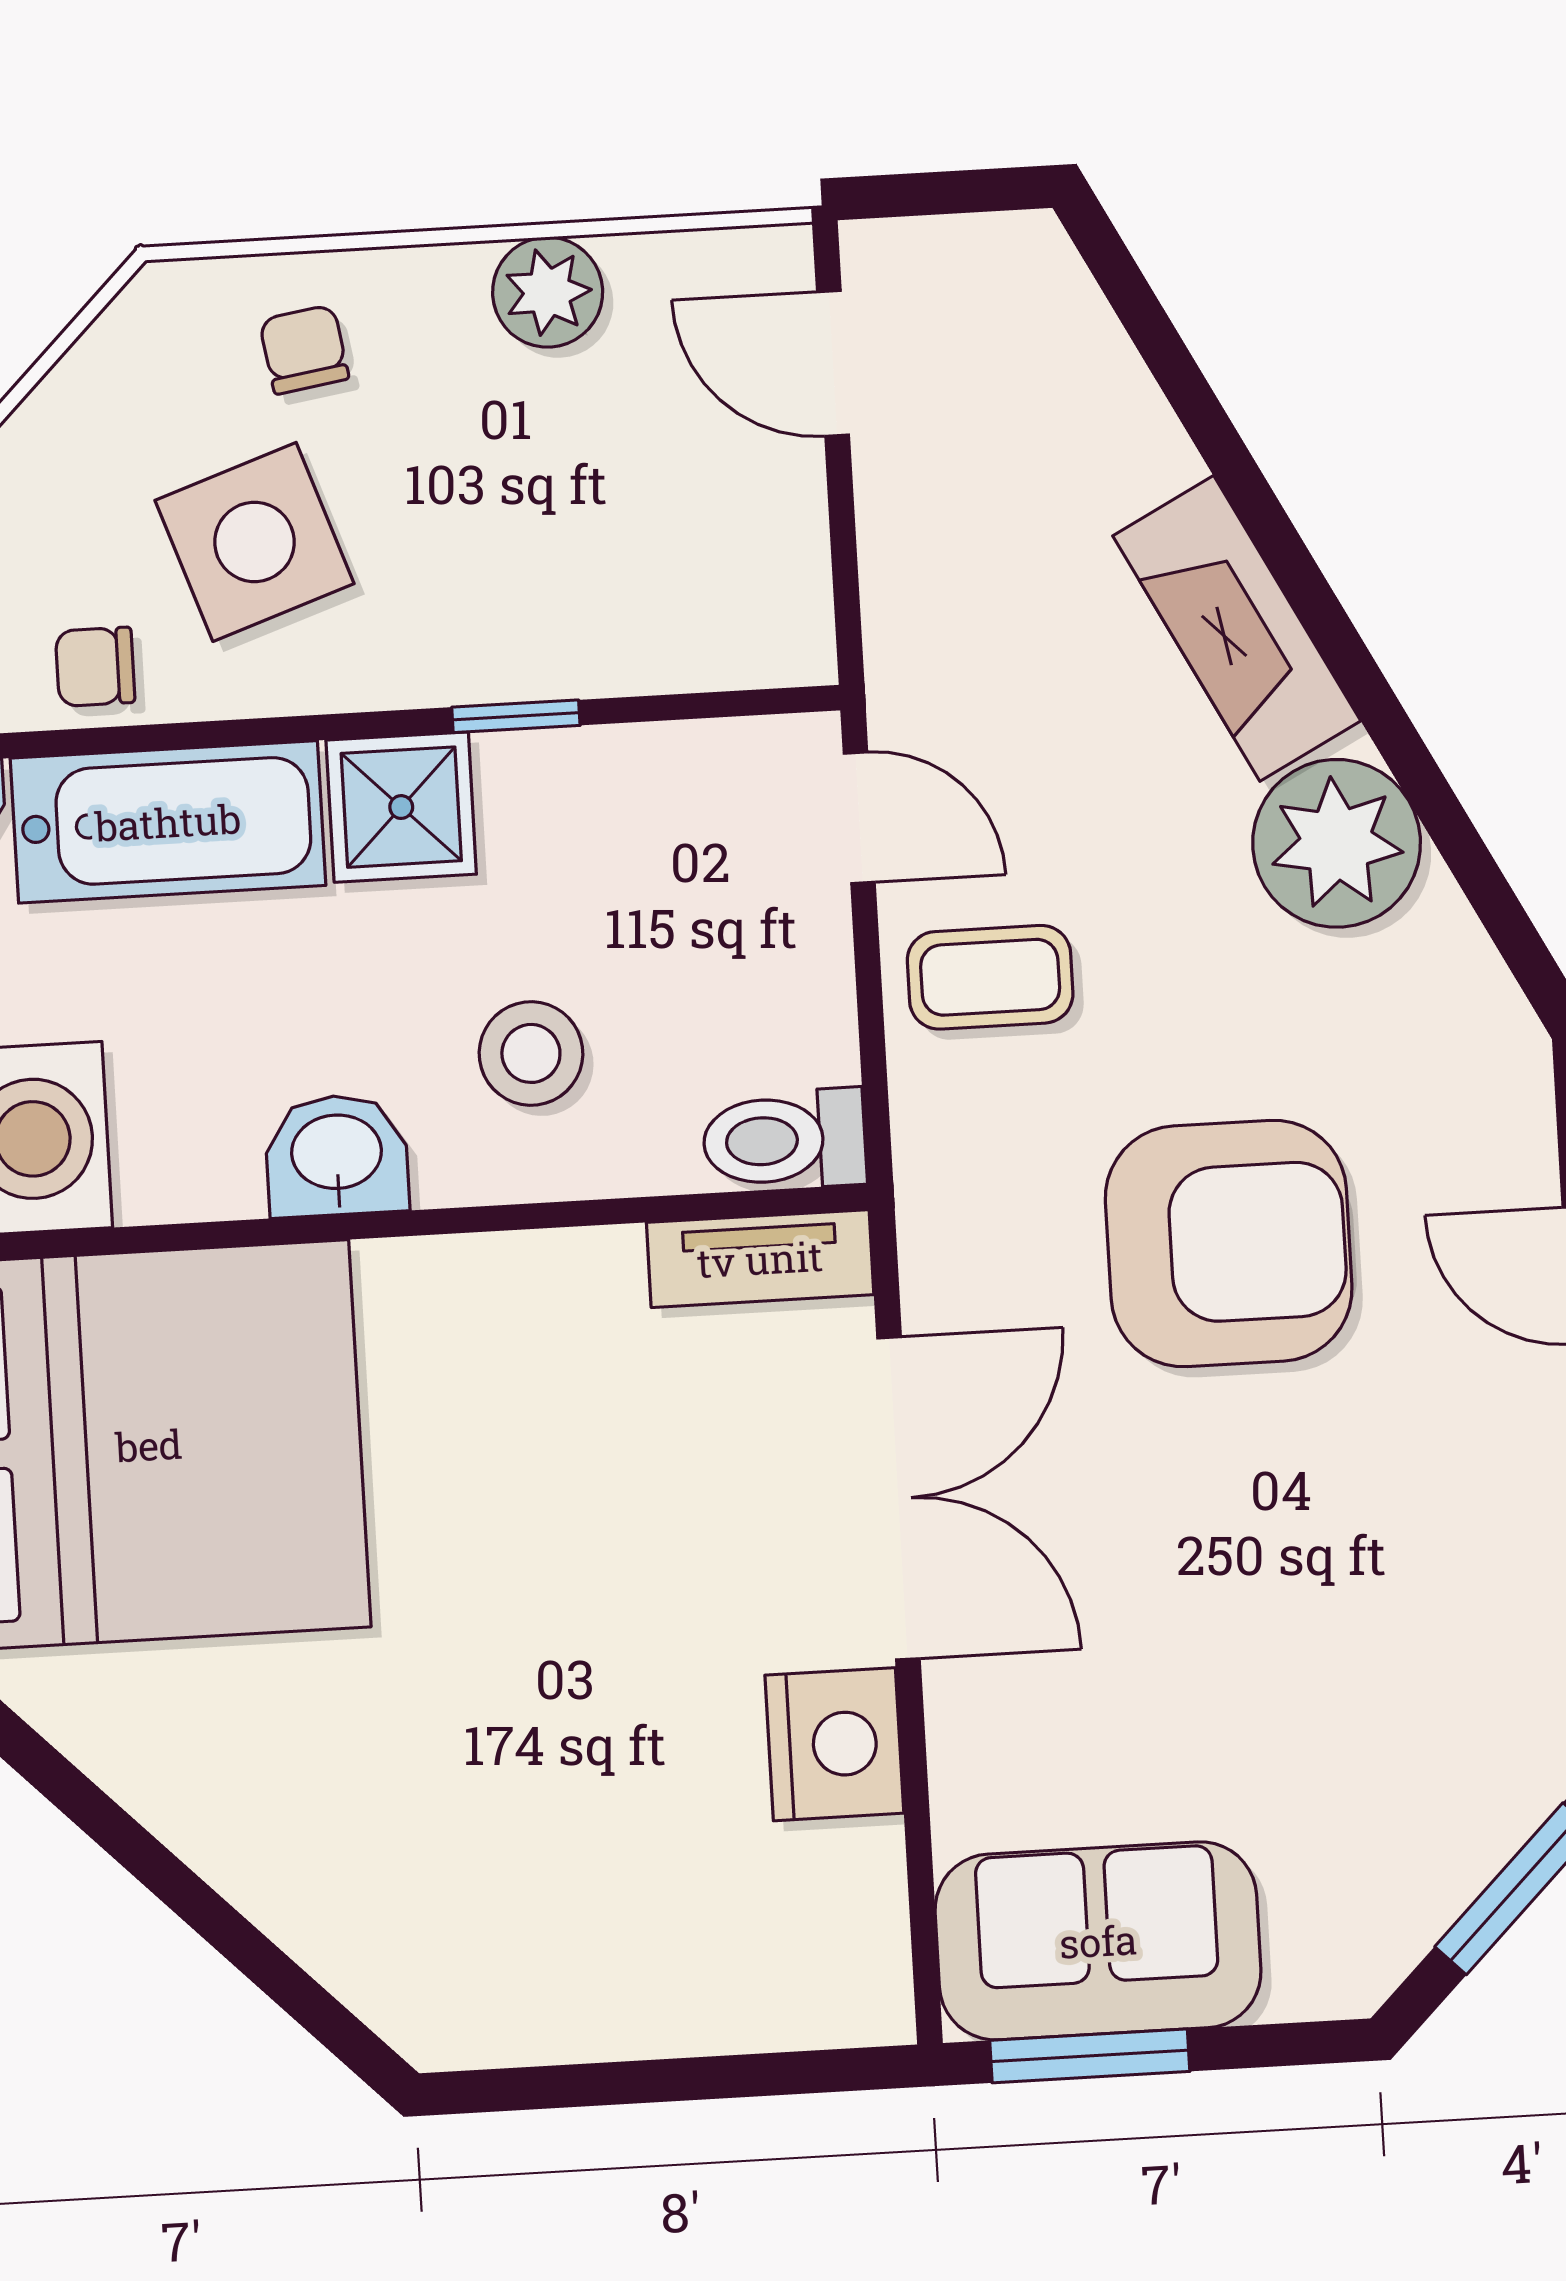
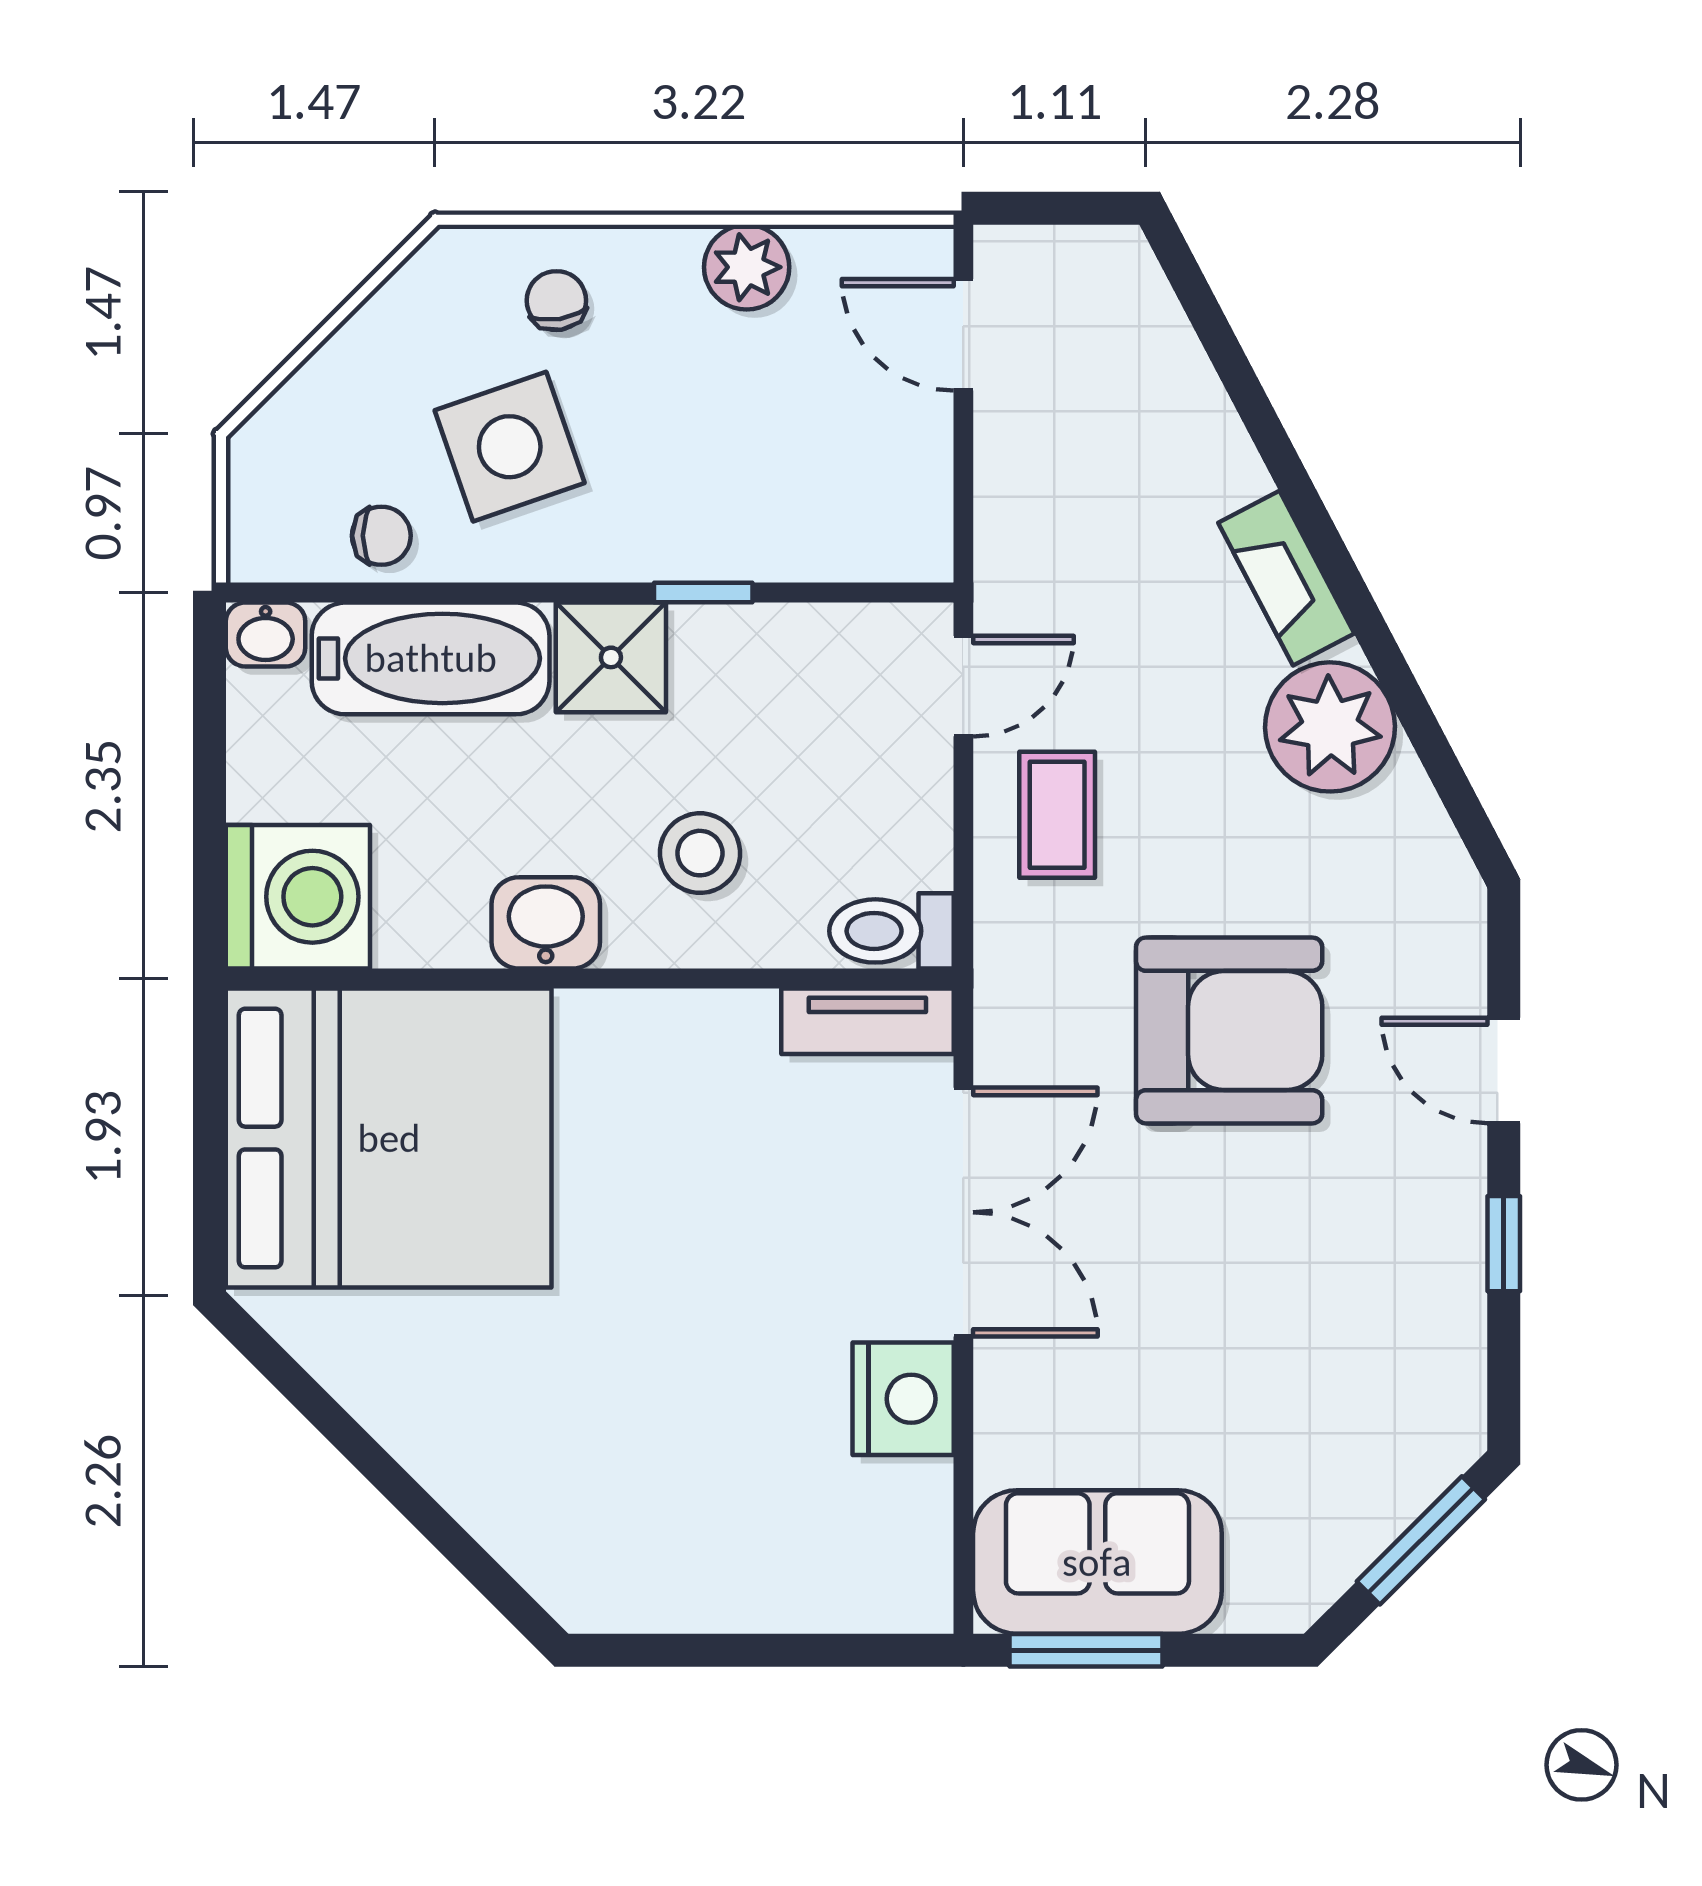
fireplace: (1237, 628) -> (1286, 578), width x0.73, depth x0.76
chair: (95, 667) -> (381, 536), turned 180
door: (859, 818) -> (963, 686), hinge flipped
coffee table: (990, 977) -> (1057, 815), turned 90

